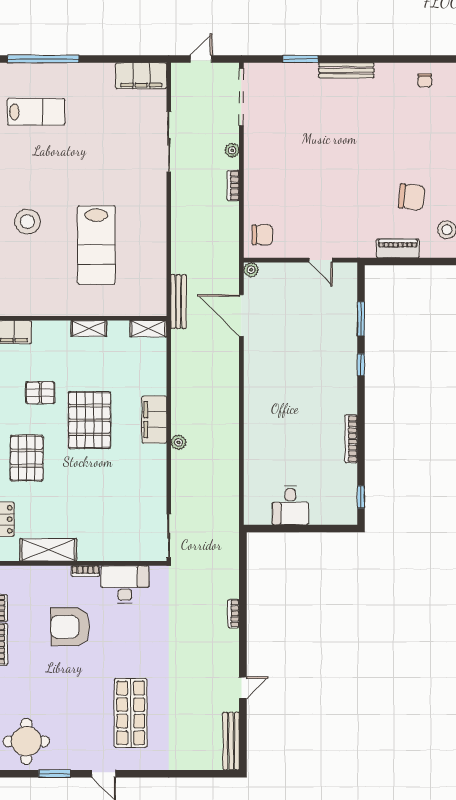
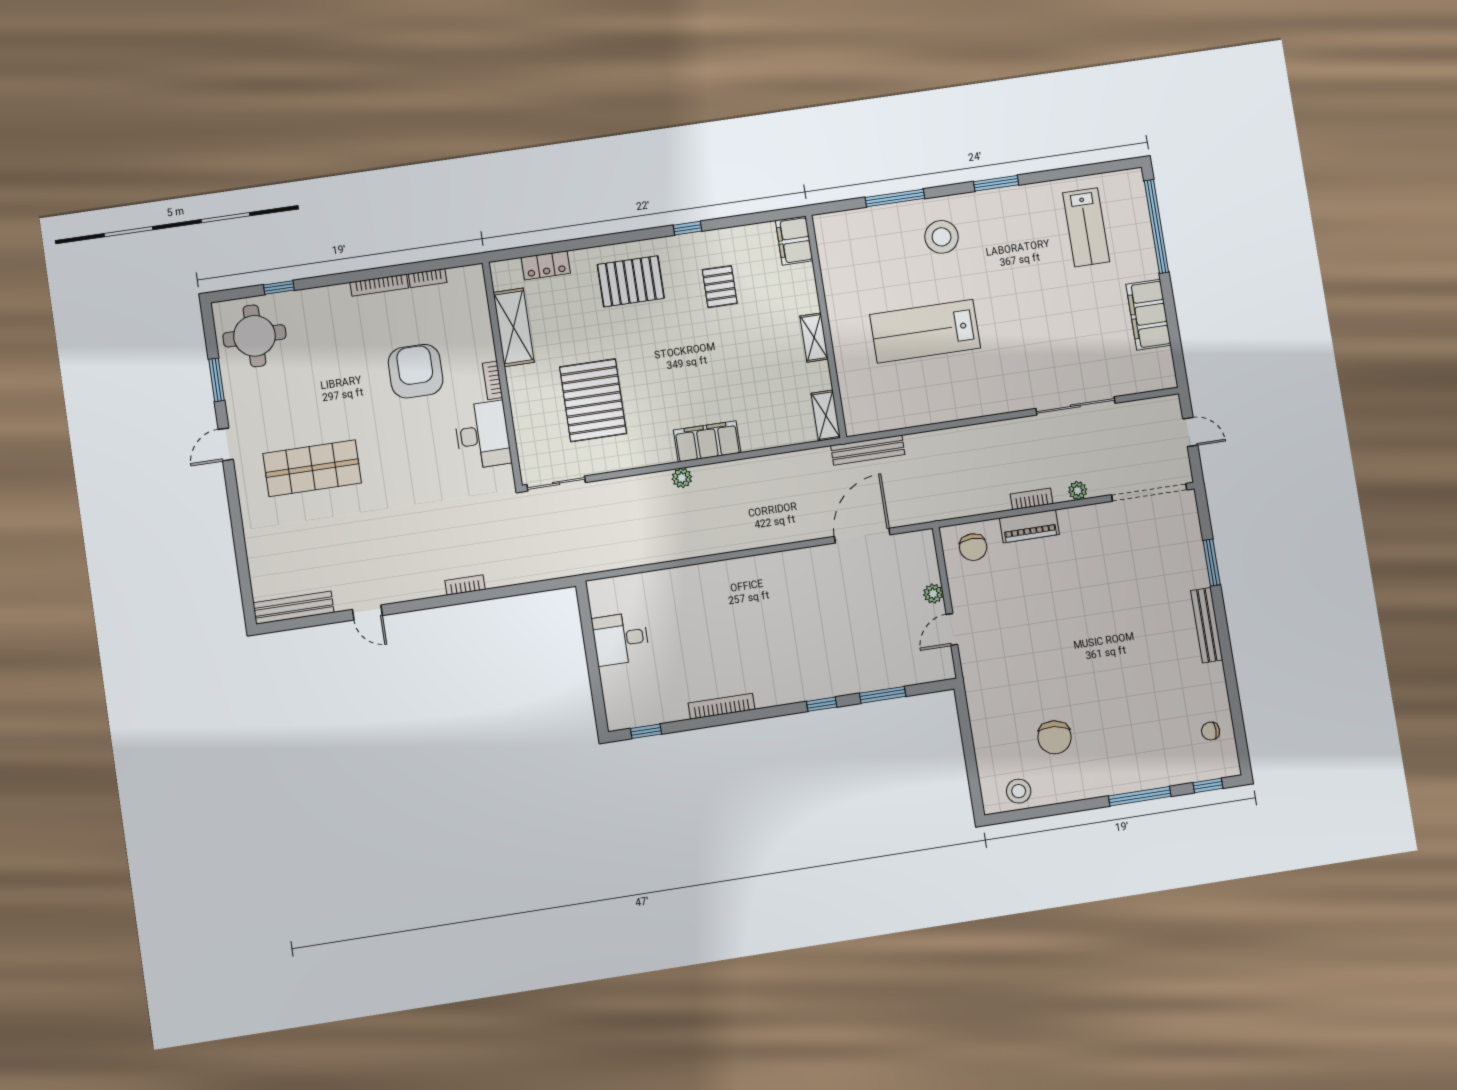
filing cabinet: (141, 76) -> (1149, 315), moved
piano: (398, 248) -> (1029, 526), moved, turned 90
plant: (251, 270) -> (933, 594), moved
pallet: (90, 420) -> (593, 400), moved, turned 90

